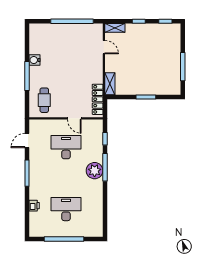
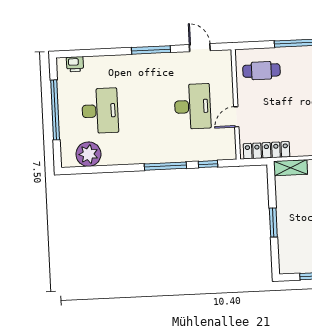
plant: (95, 171) -> (88, 154), moved
printer: (34, 206) -> (75, 64), moved

